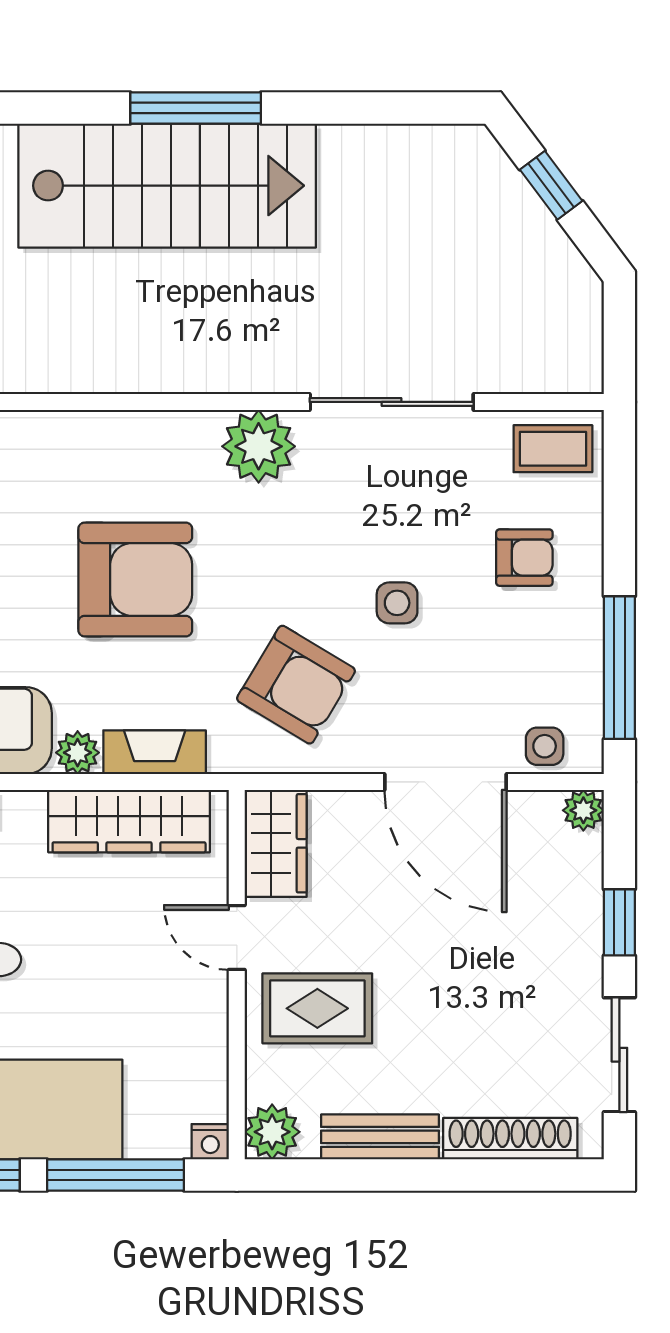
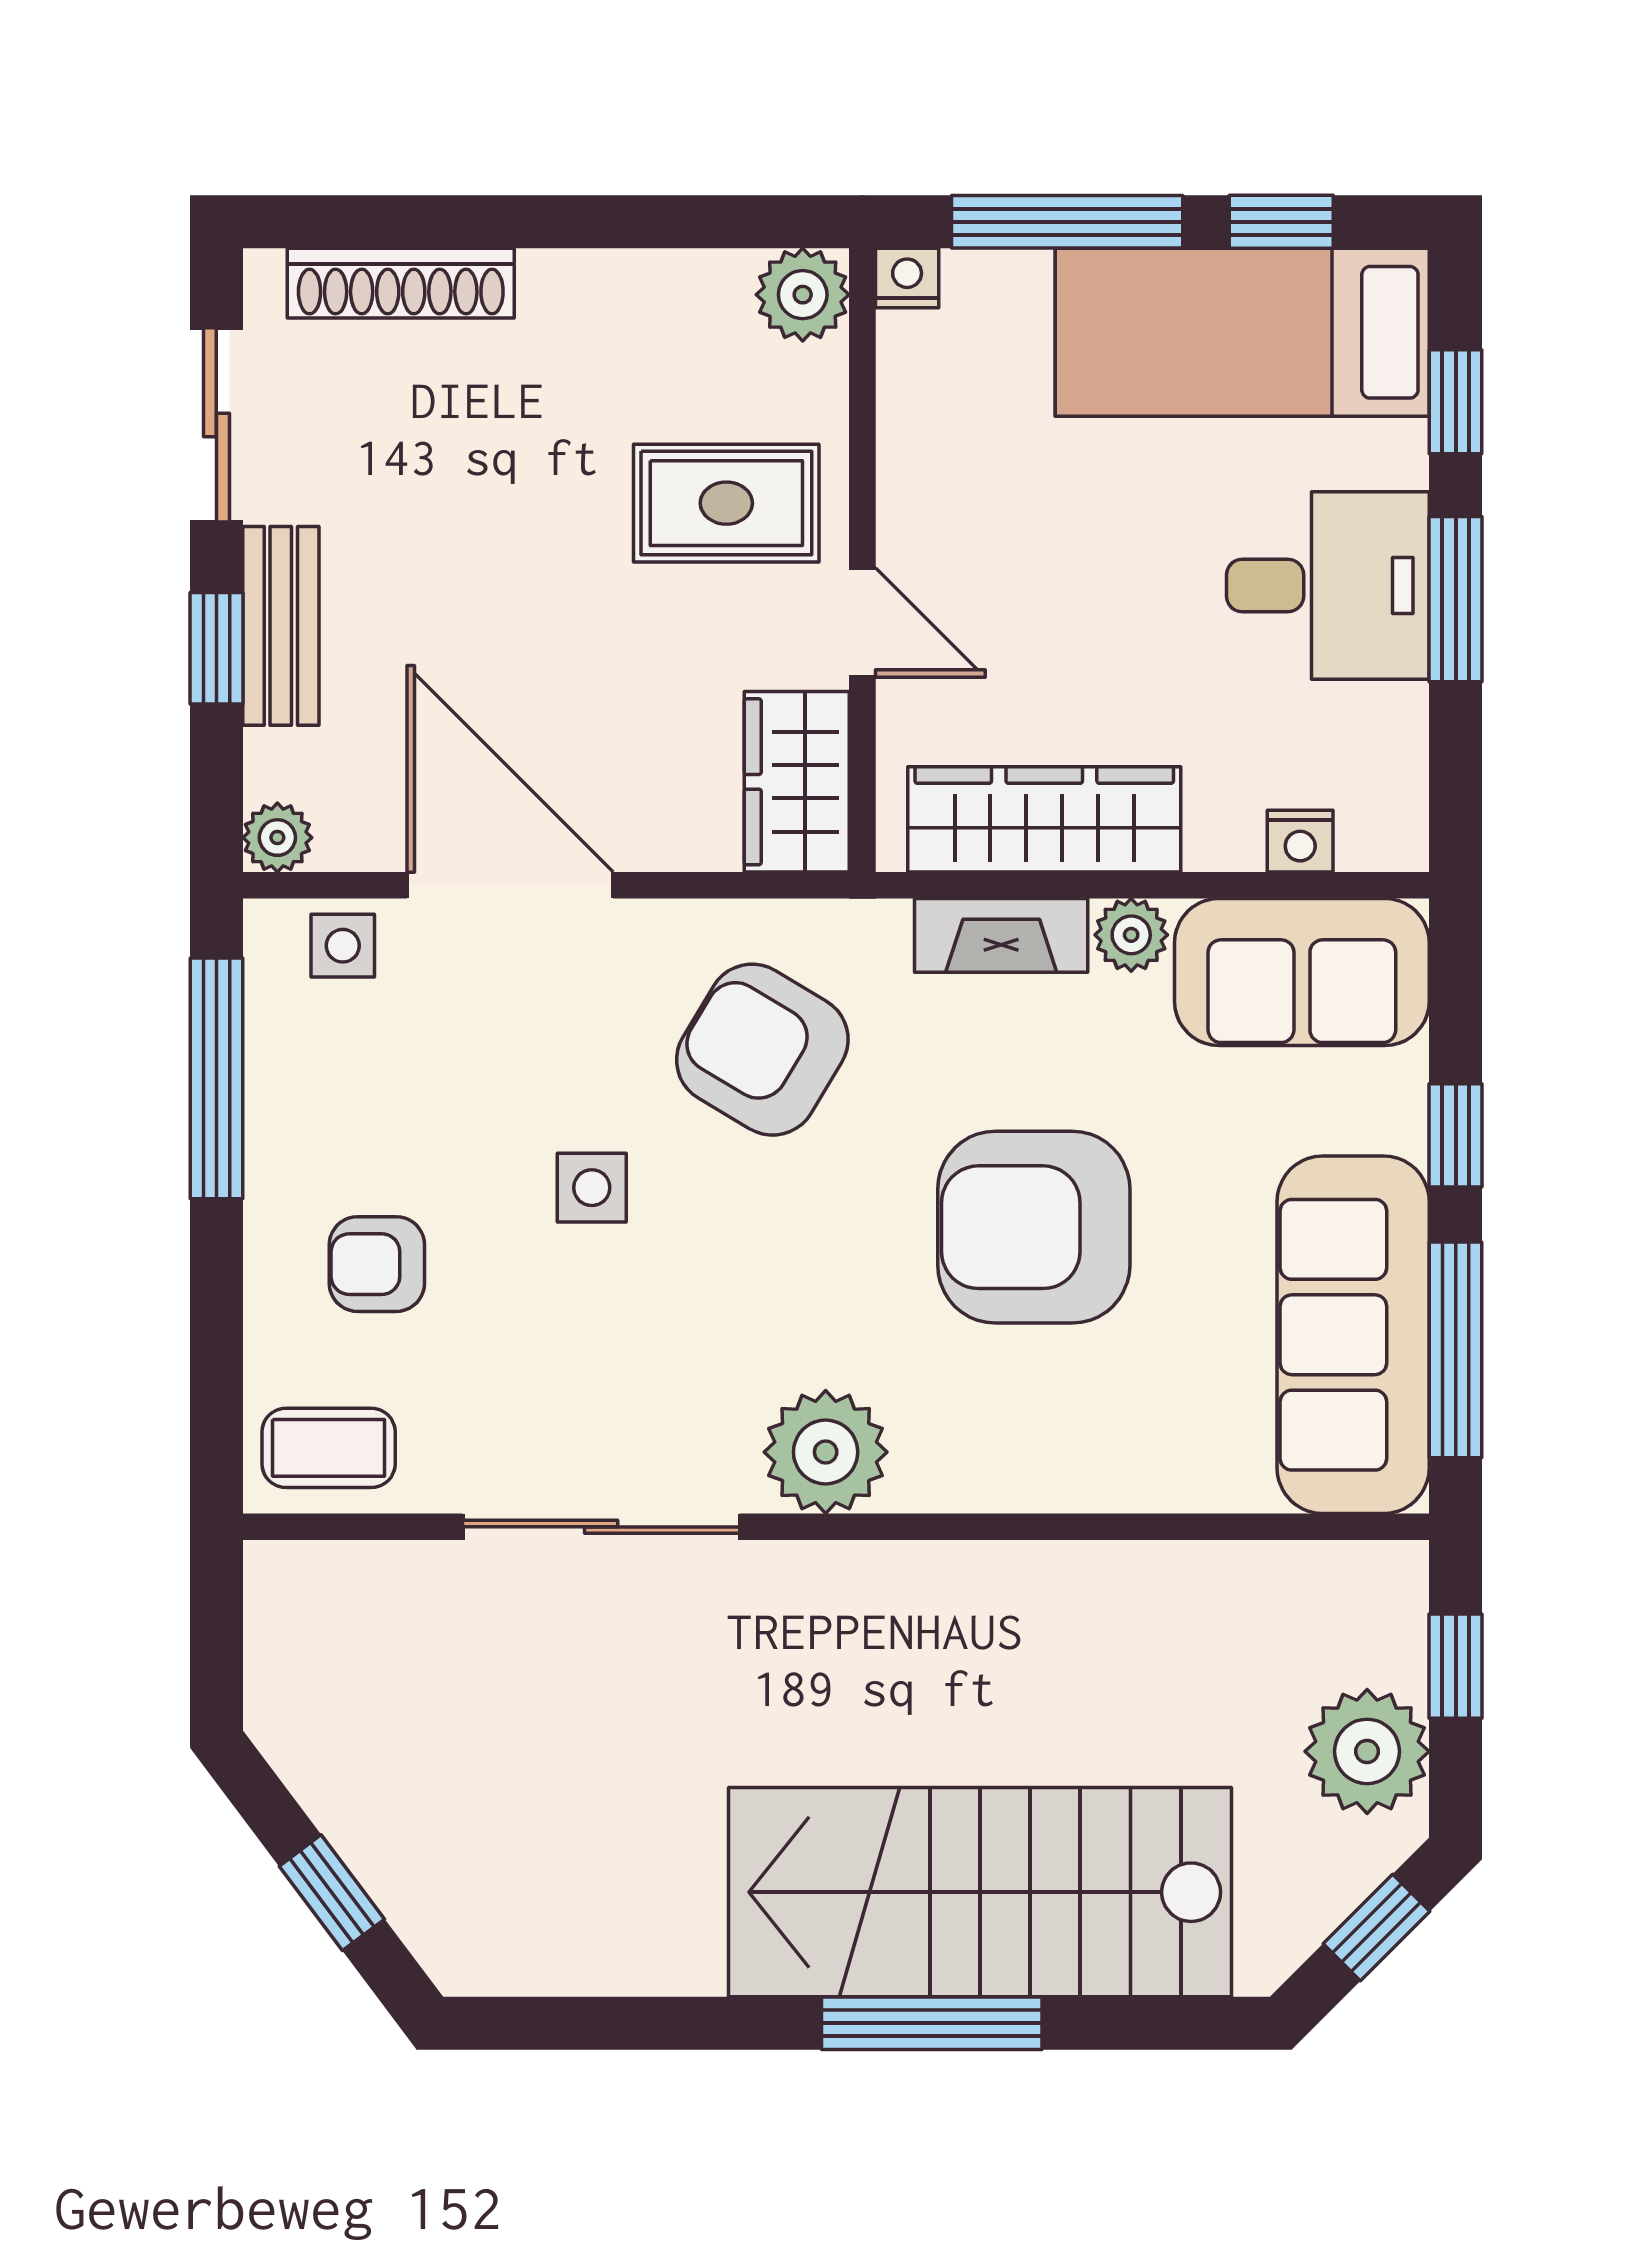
bench: (380, 1137) -> (281, 626), moved, turned 90

